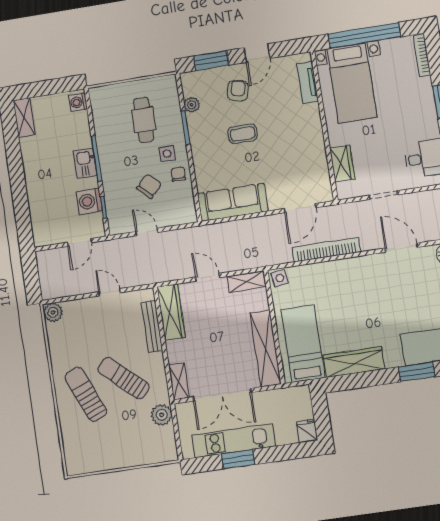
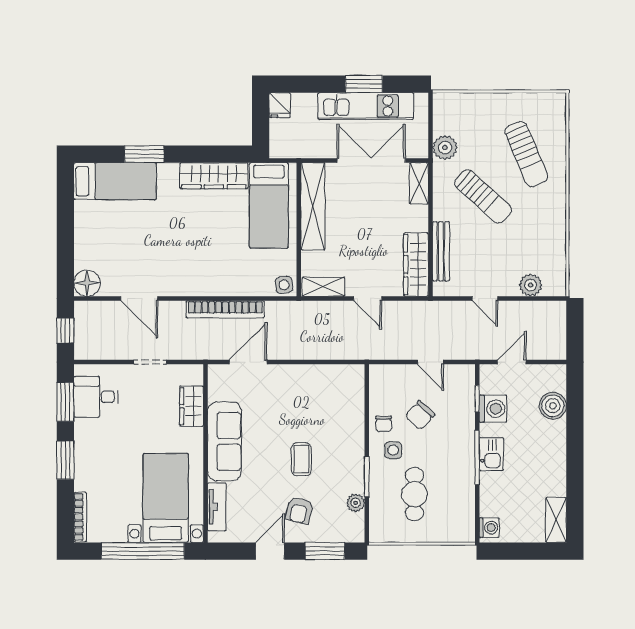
coffee table: (243, 134) -> (301, 459), turned 90
sofa: (233, 202) -> (224, 441), moved, turned -90
boiler: (40, 211) -> (553, 406), added
plant: (53, 312) -> (531, 285), moved
sun lounger: (86, 394) -> (526, 154), moved

